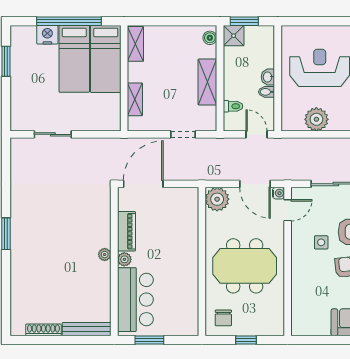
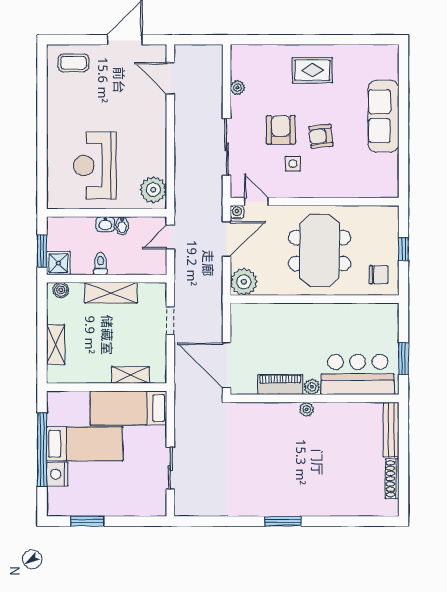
shelving: (135, 44) -> (56, 344), moved, turned 90
bed: (106, 59) -> (128, 408), moved, turned 180
toilet: (233, 106) -> (100, 264), moved
plant: (316, 119) -> (153, 190), moved

